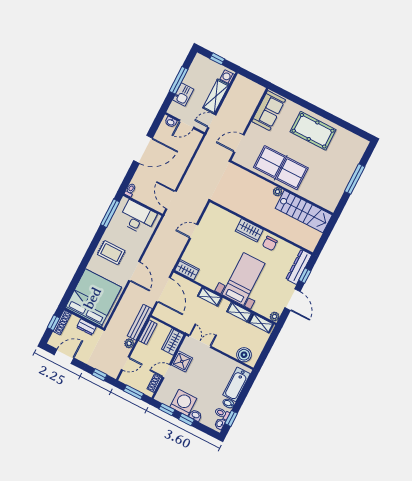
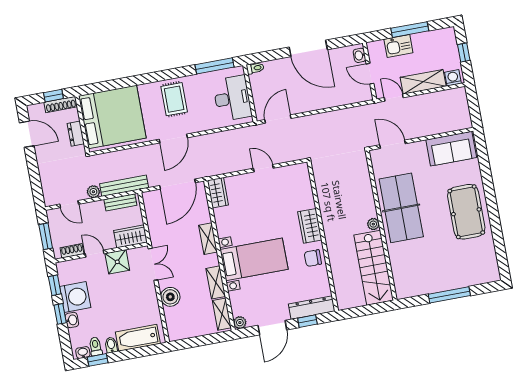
boiler: (244, 355) -> (170, 297), moved
window: (100, 375) -> (36, 186), removed

